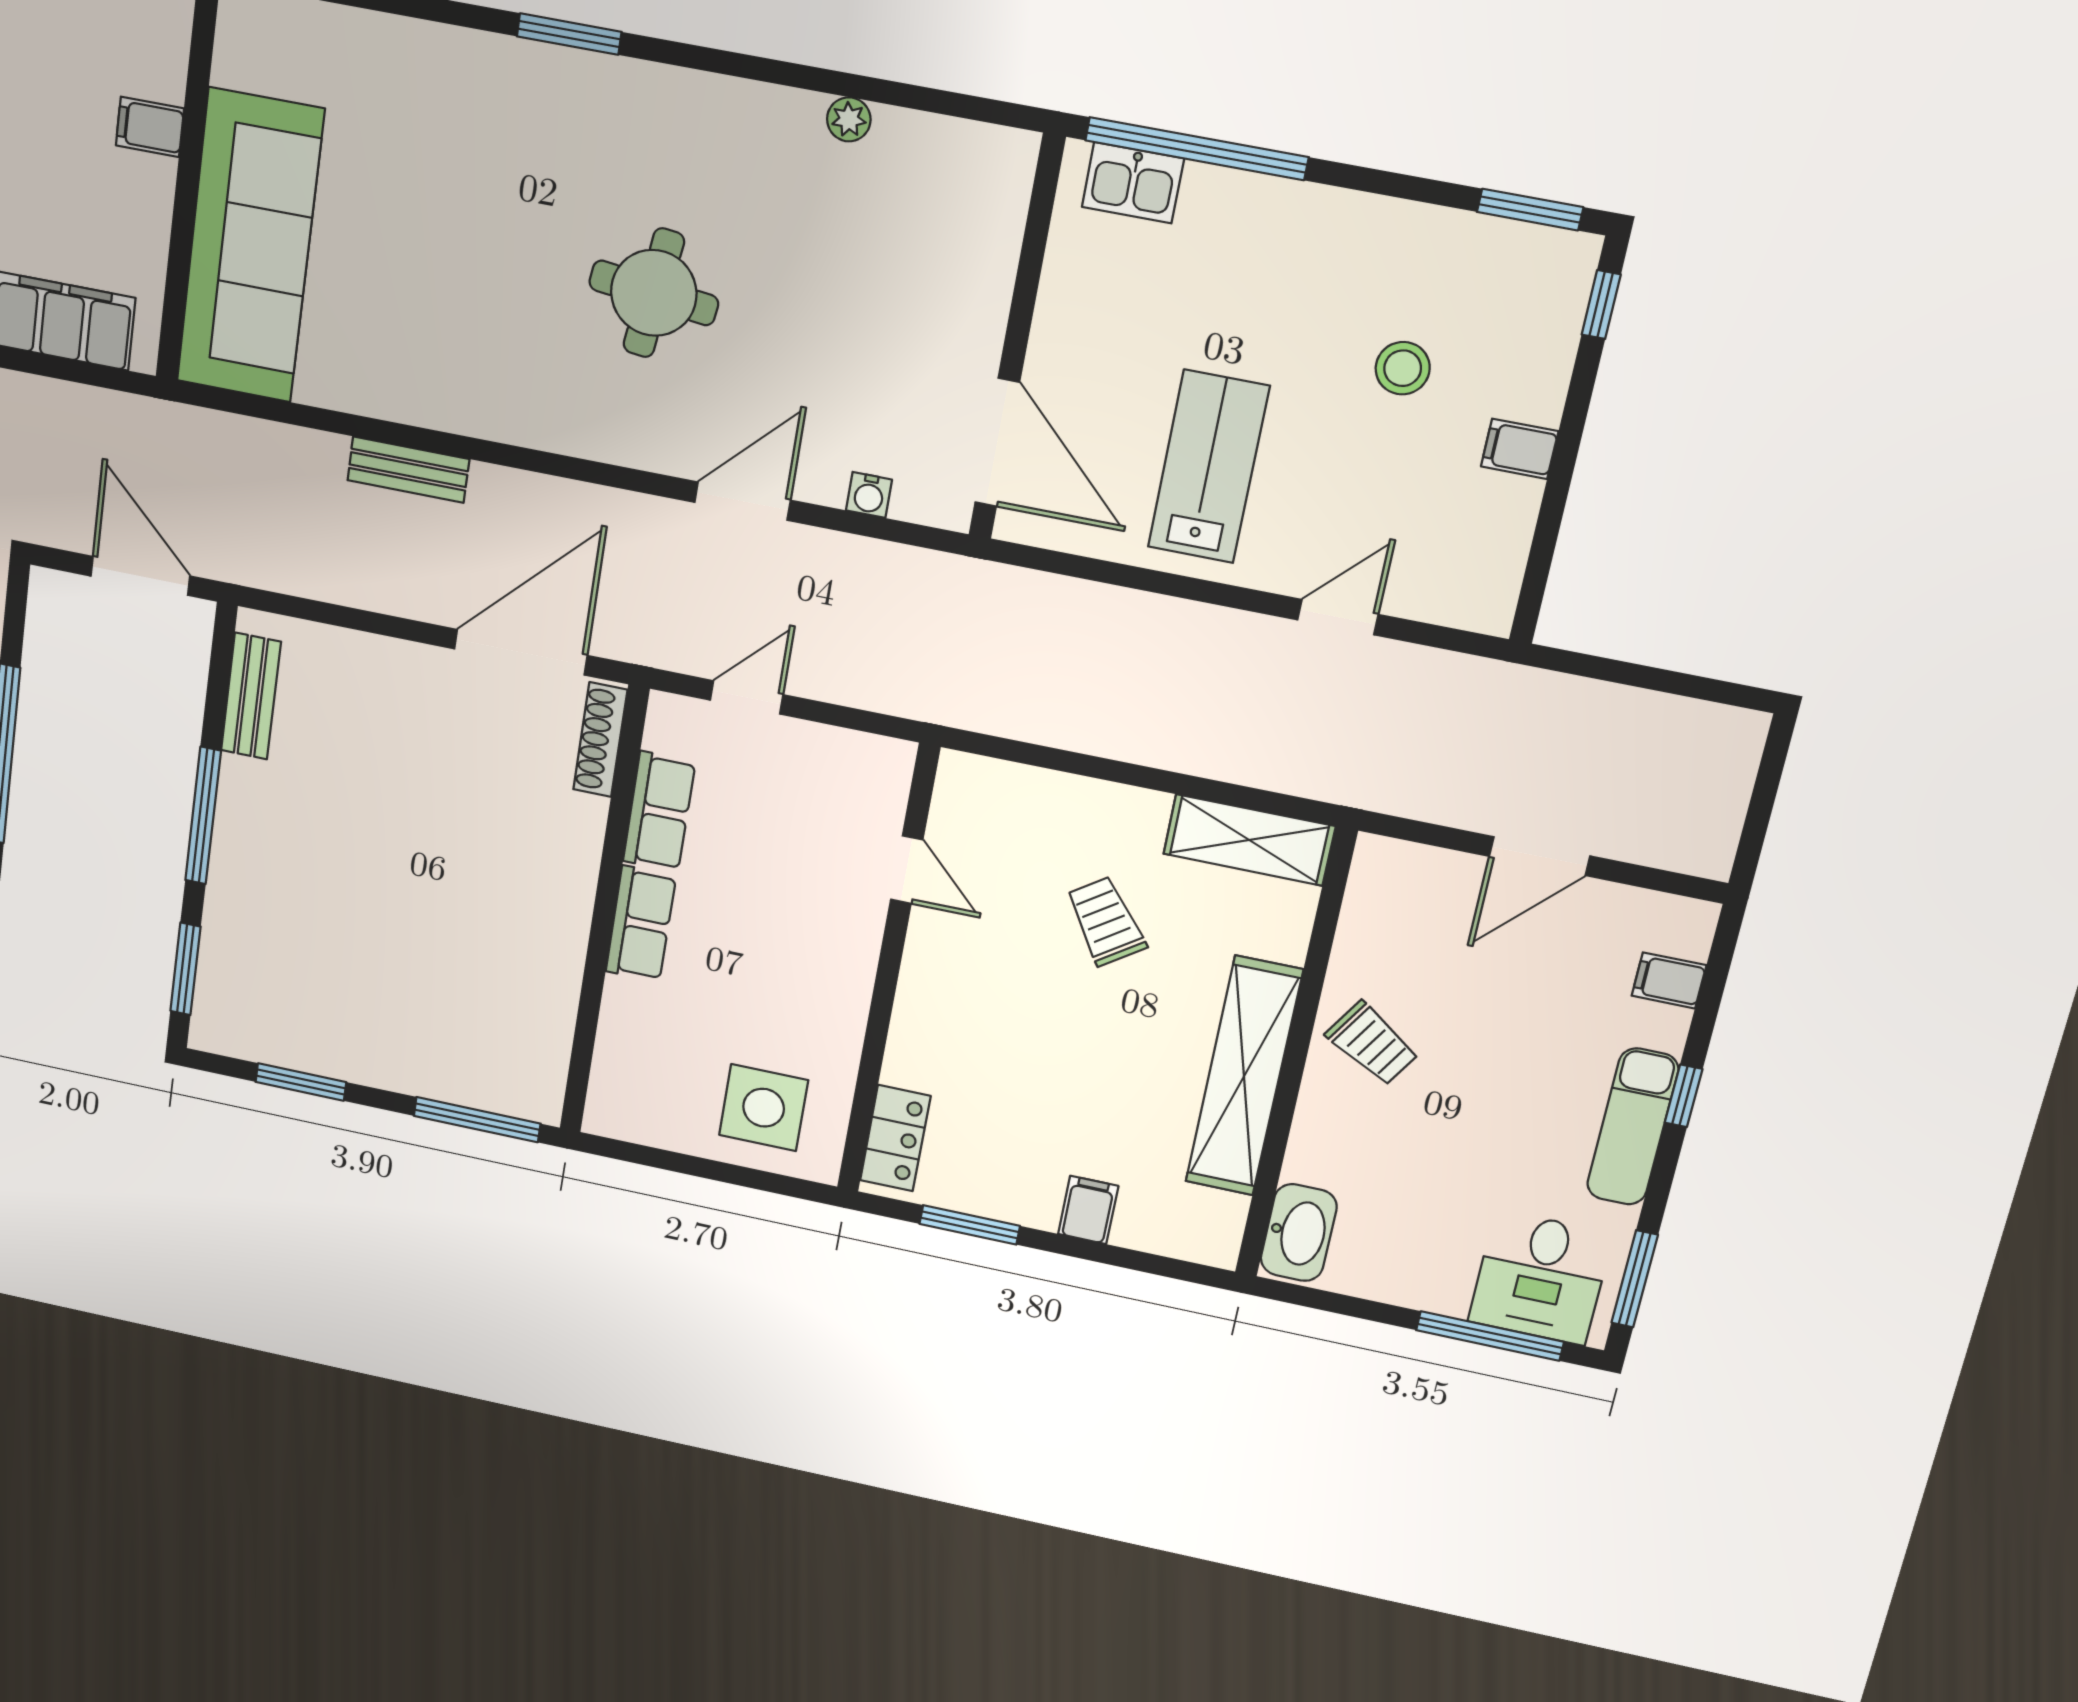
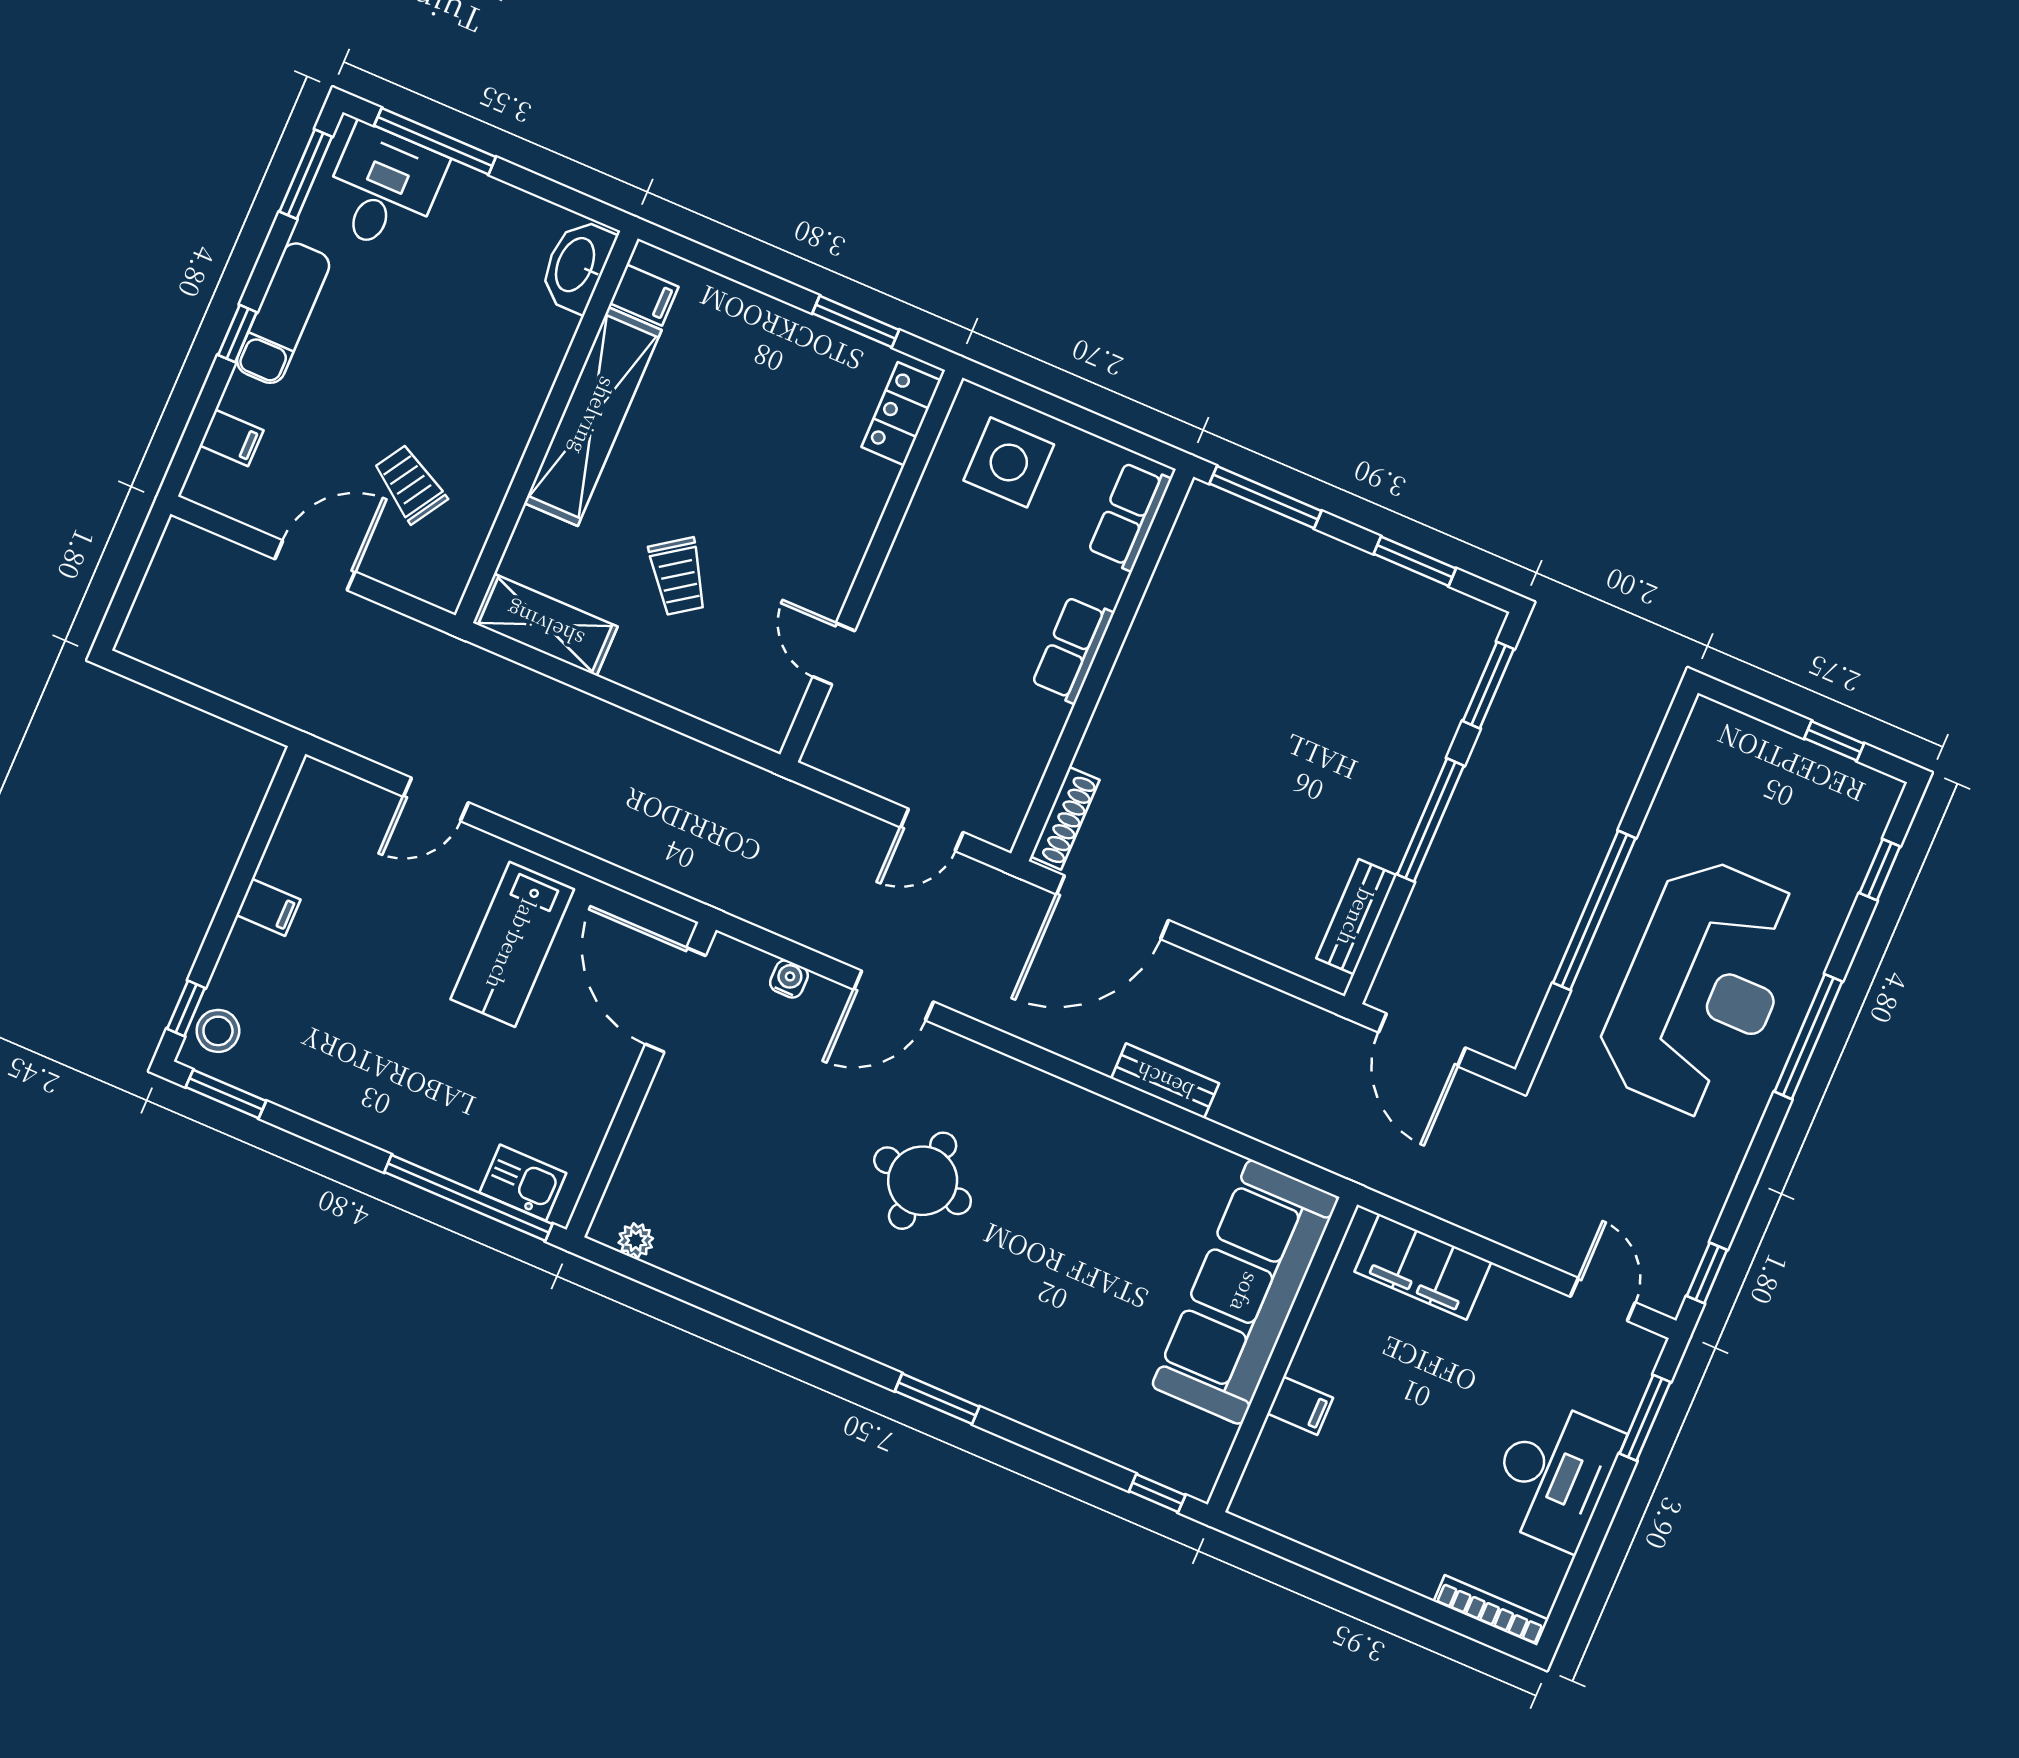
plant: (849, 119) -> (636, 1240), moved
stool: (1403, 368) -> (218, 1031), moved
row of seats: (659, 812) -> (1130, 516), moved
trolley: (1372, 1044) -> (410, 484), moved
filing cabinet: (1088, 1210) -> (644, 295), moved, turned -90

